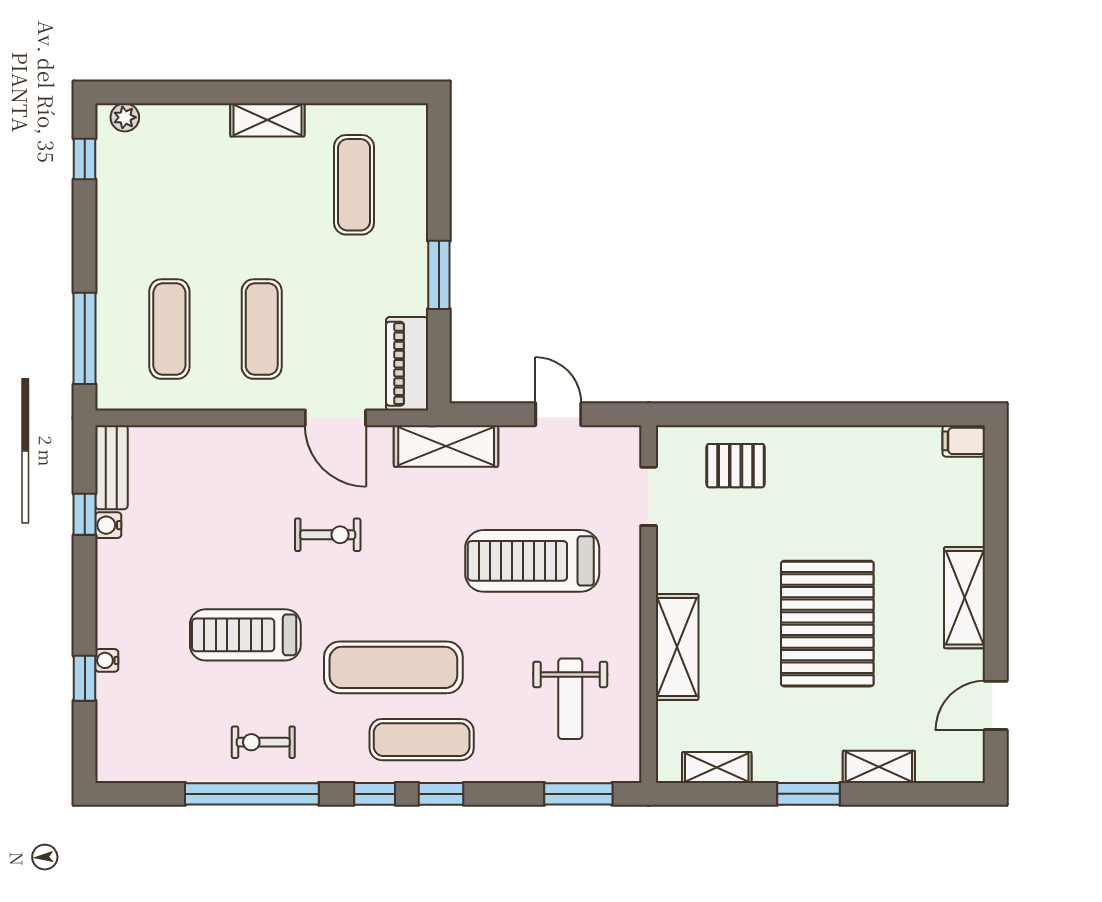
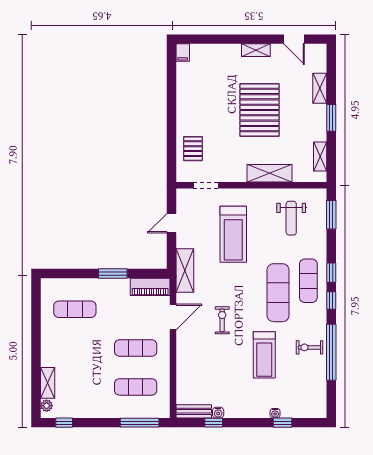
shelving: (267, 120) -> (48, 383), moved
shelving: (965, 598) -> (256, 50), width x0.67, depth x0.75
pallet: (827, 624) -> (260, 110), turned 90
weight bench: (570, 699) -> (291, 218), turned 90
exercise bike: (263, 742) -> (309, 347), turned 90

